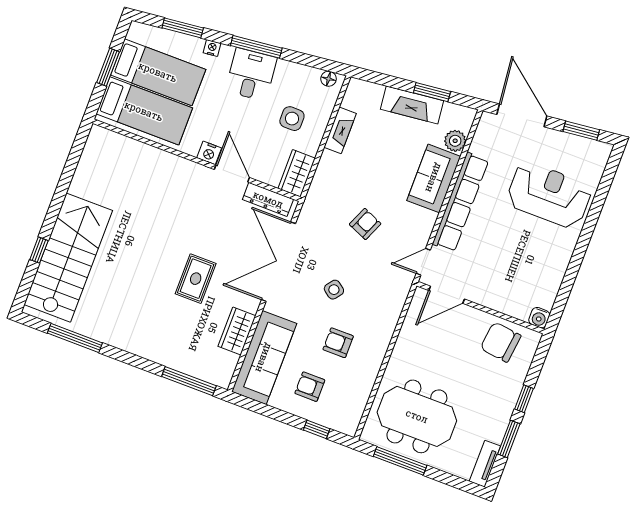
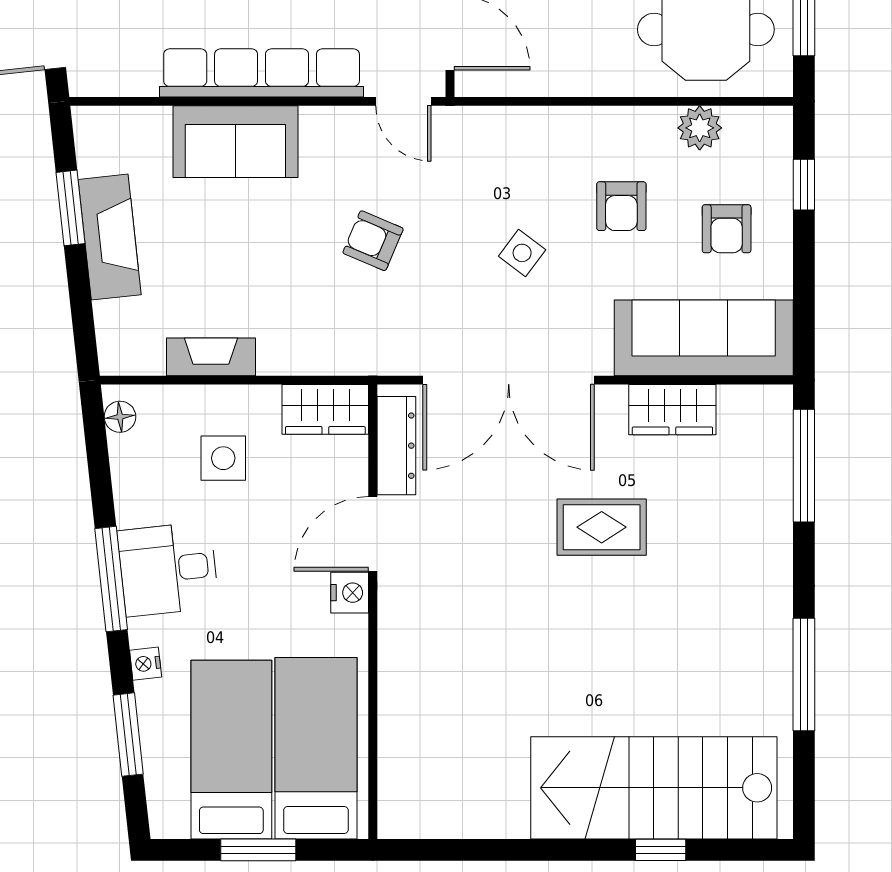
plant: (455, 141) -> (700, 128), moved
window: (75, 338) -> (804, 674), moved

